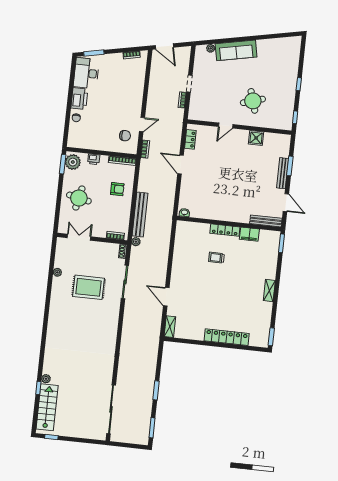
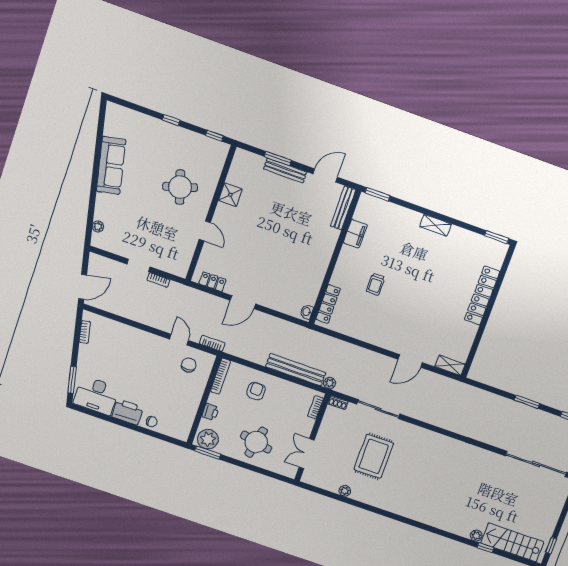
sofa: (236, 50) -> (111, 166), moved
locker: (225, 230) -> (328, 304), moved

